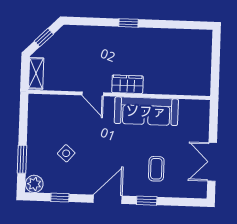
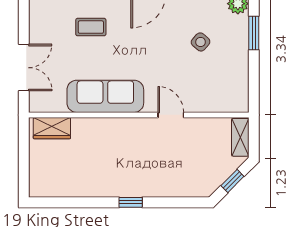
wardrobe: (127, 84) -> (52, 128), moved
double door: (212, 162) -> (24, 68), moved
coffee table: (156, 169) -> (91, 27), turned 90

